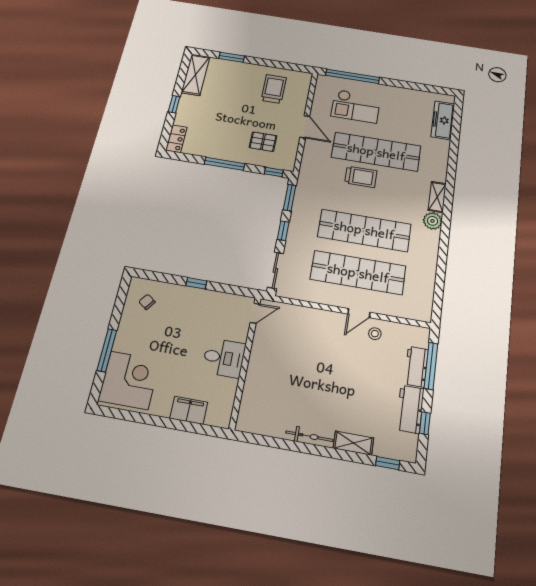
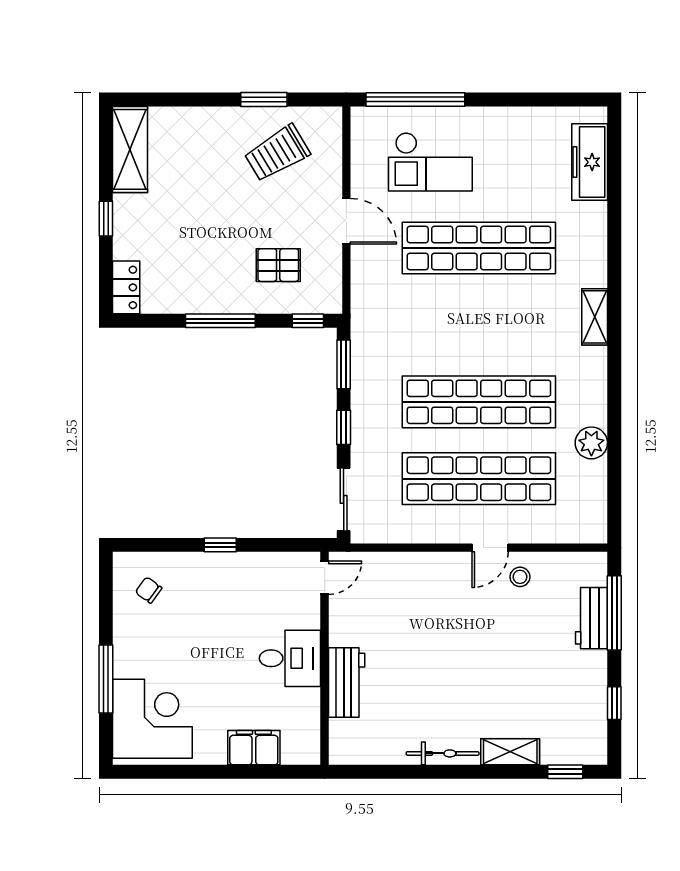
window: (232, 57) -> (264, 99), moved
trolley: (274, 89) -> (277, 153), turned -121
trolley: (361, 177) -> (459, 302), removed
plant: (433, 221) -> (591, 443), moved
workbench: (410, 409) -> (347, 683), moved, turned 180

